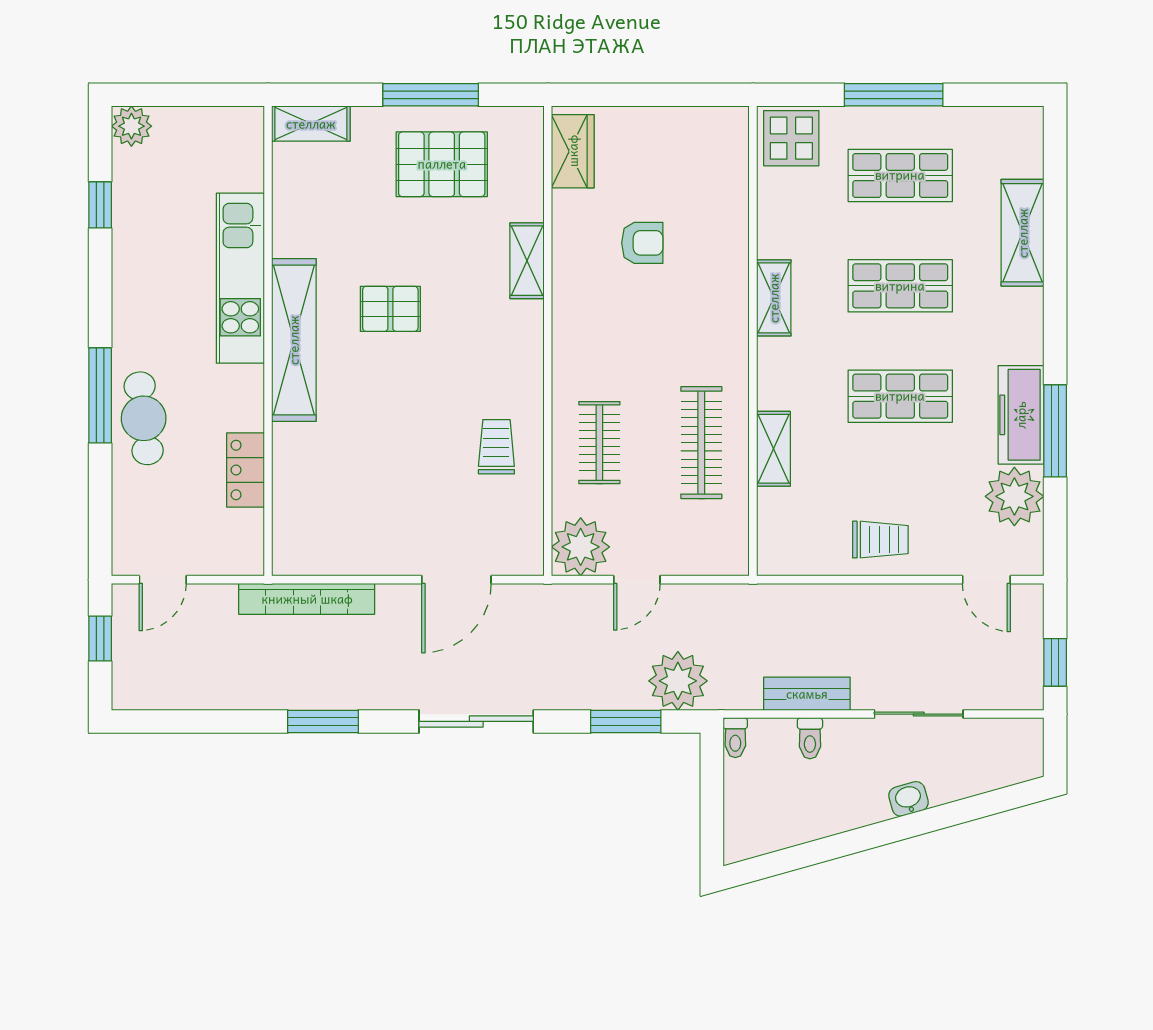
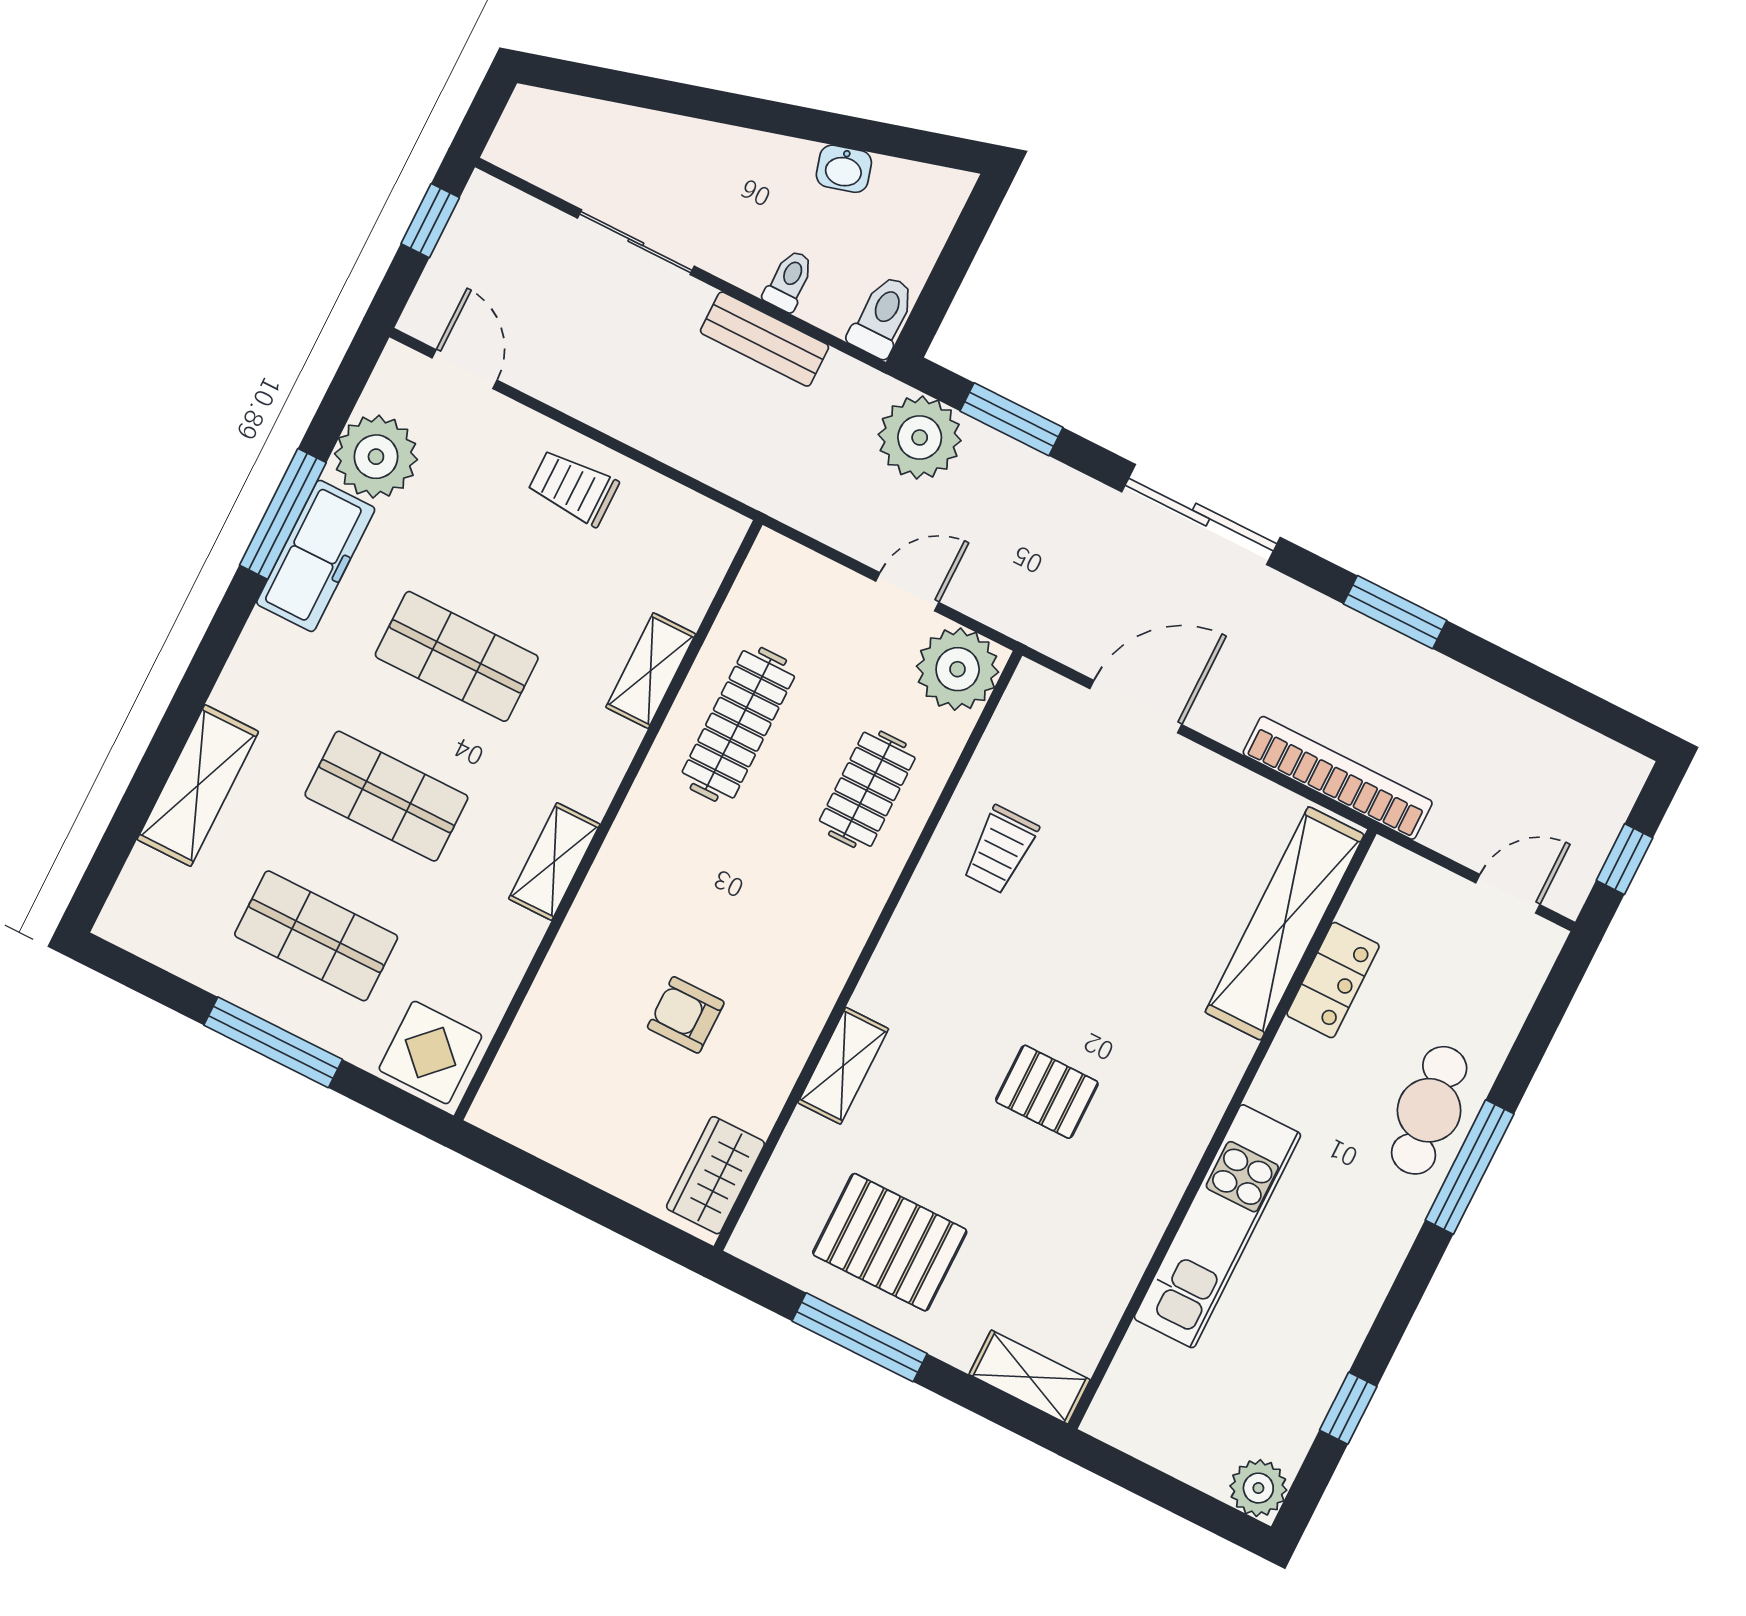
shelving: (294, 340) -> (1285, 923), moved
toilet: (735, 738) -> (882, 316), width x1.37, depth x1.39
washbasin: (909, 799) -> (844, 169), moved

